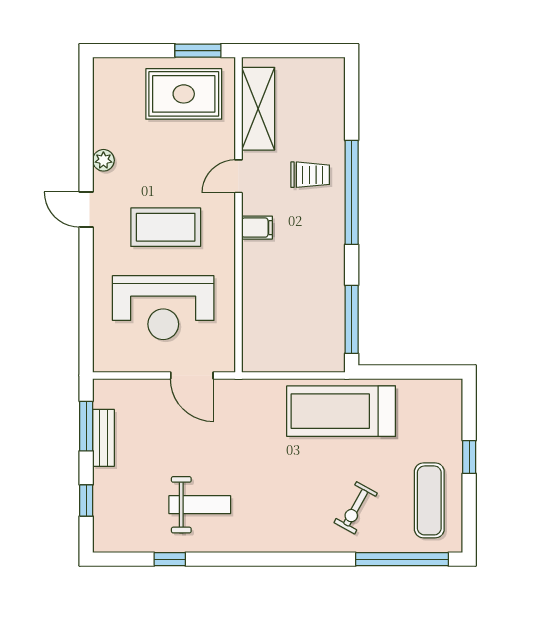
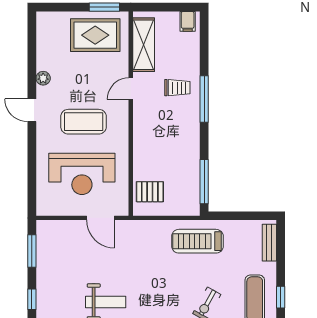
window: (352, 192) -> (204, 99), width x0.68
filing cabinet: (257, 228) -> (188, 21), moved, turned 90
pallet: (268, 335) -> (150, 192), added
treadmill: (341, 411) -> (197, 241), width x0.73, depth x0.73
bench: (104, 438) -> (269, 243), moved
window: (469, 457) -> (281, 297), moved

